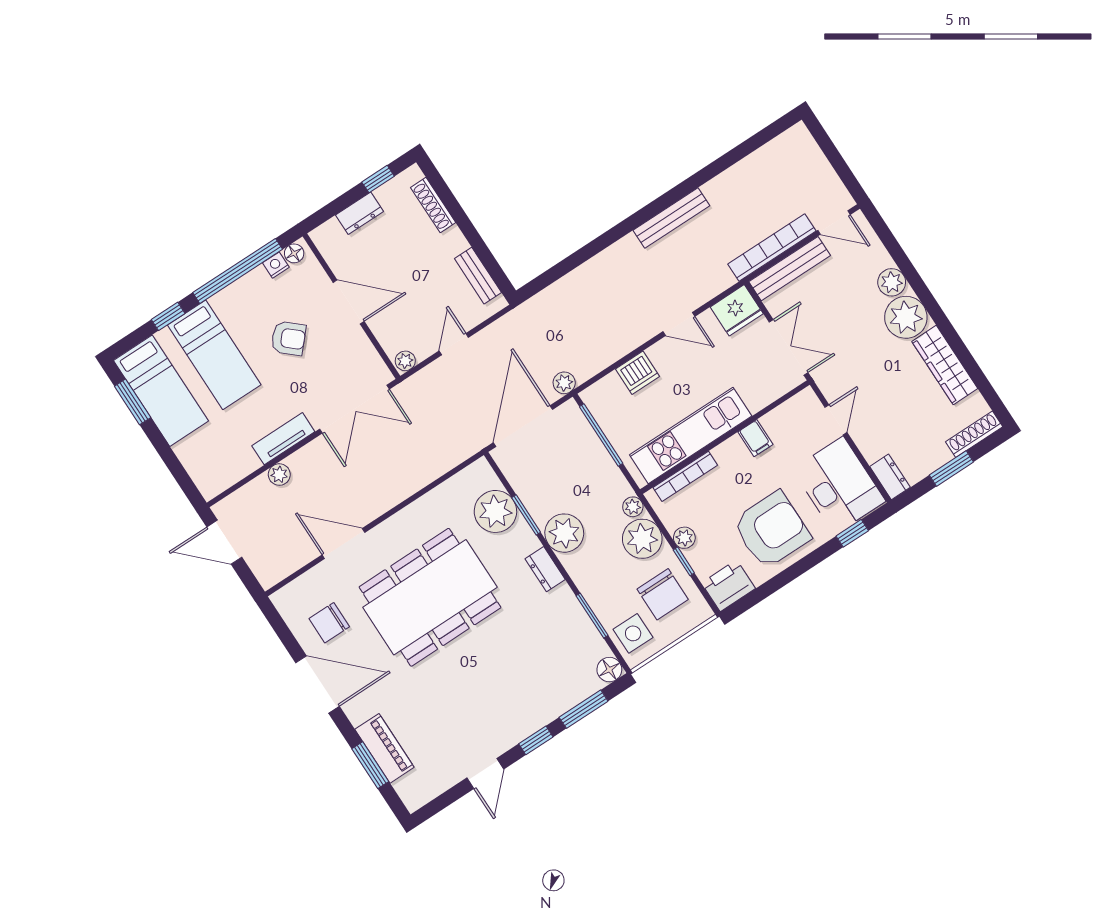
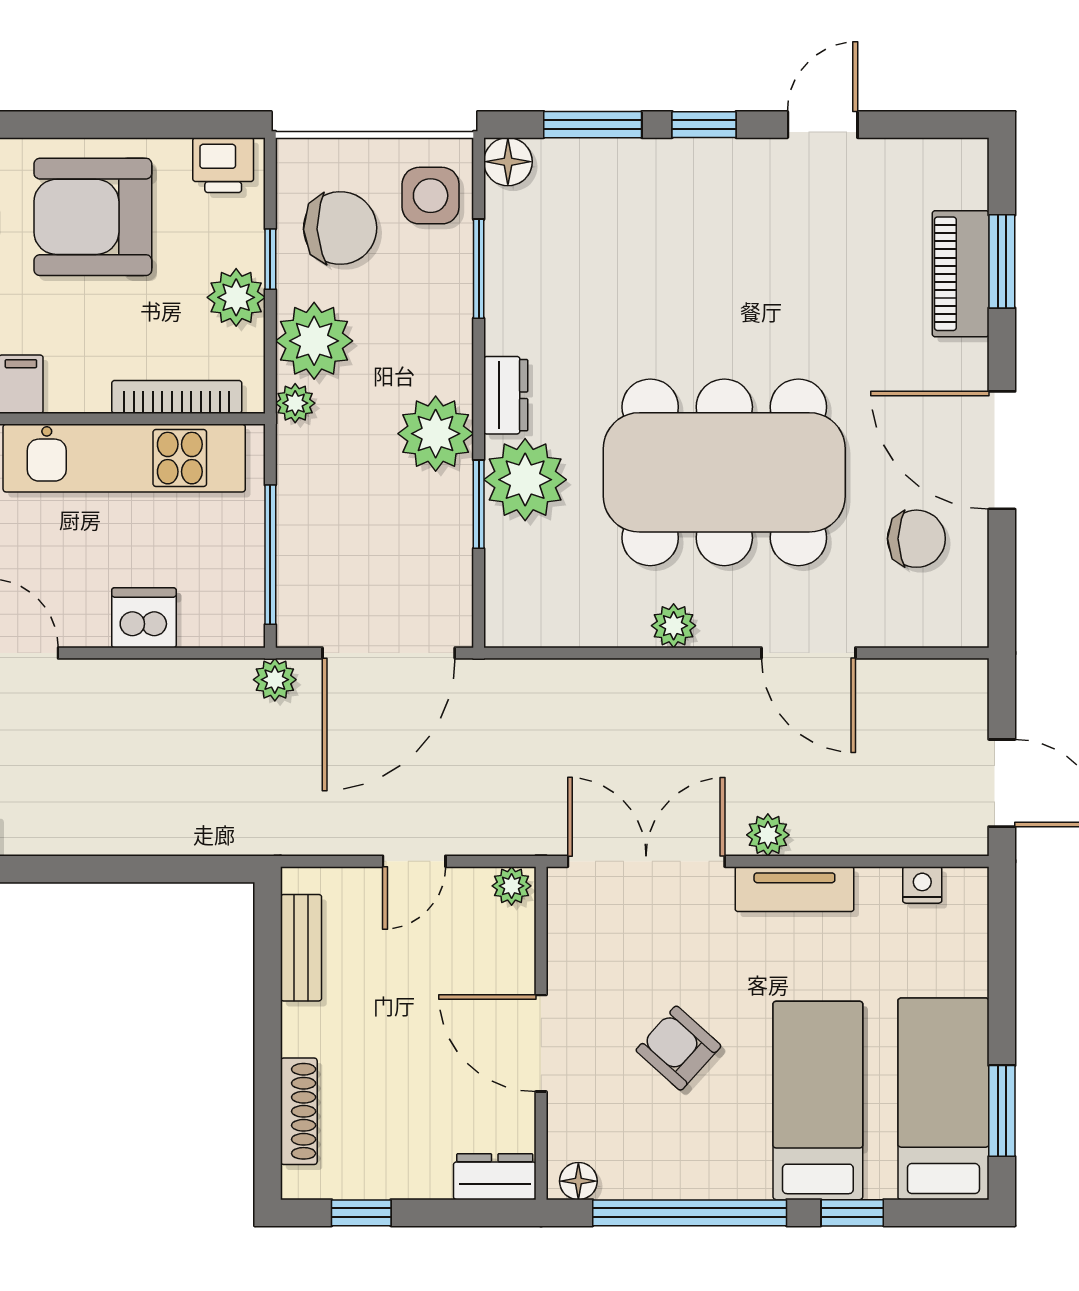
dresser: (360, 213) -> (495, 1177), moved
nightstand: (276, 265) -> (922, 885), moved, turned 180
plant: (279, 475) -> (768, 835), moved
plant: (495, 511) -> (525, 480), moved
plant: (409, 518) -> (674, 626), added
plant: (684, 538) -> (236, 297), width x1.38, depth x1.38
printer: (728, 586) -> (223, 165), width x0.73, depth x0.81
chair: (663, 594) -> (340, 228), turned 88

